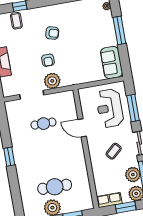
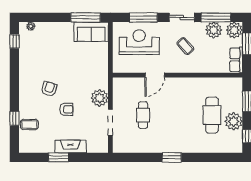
window: (119, 30) -> (86, 17), moved
armchair: (48, 60) -> (66, 109), moved
reception desk: (110, 108) -> (139, 42), turned 180

